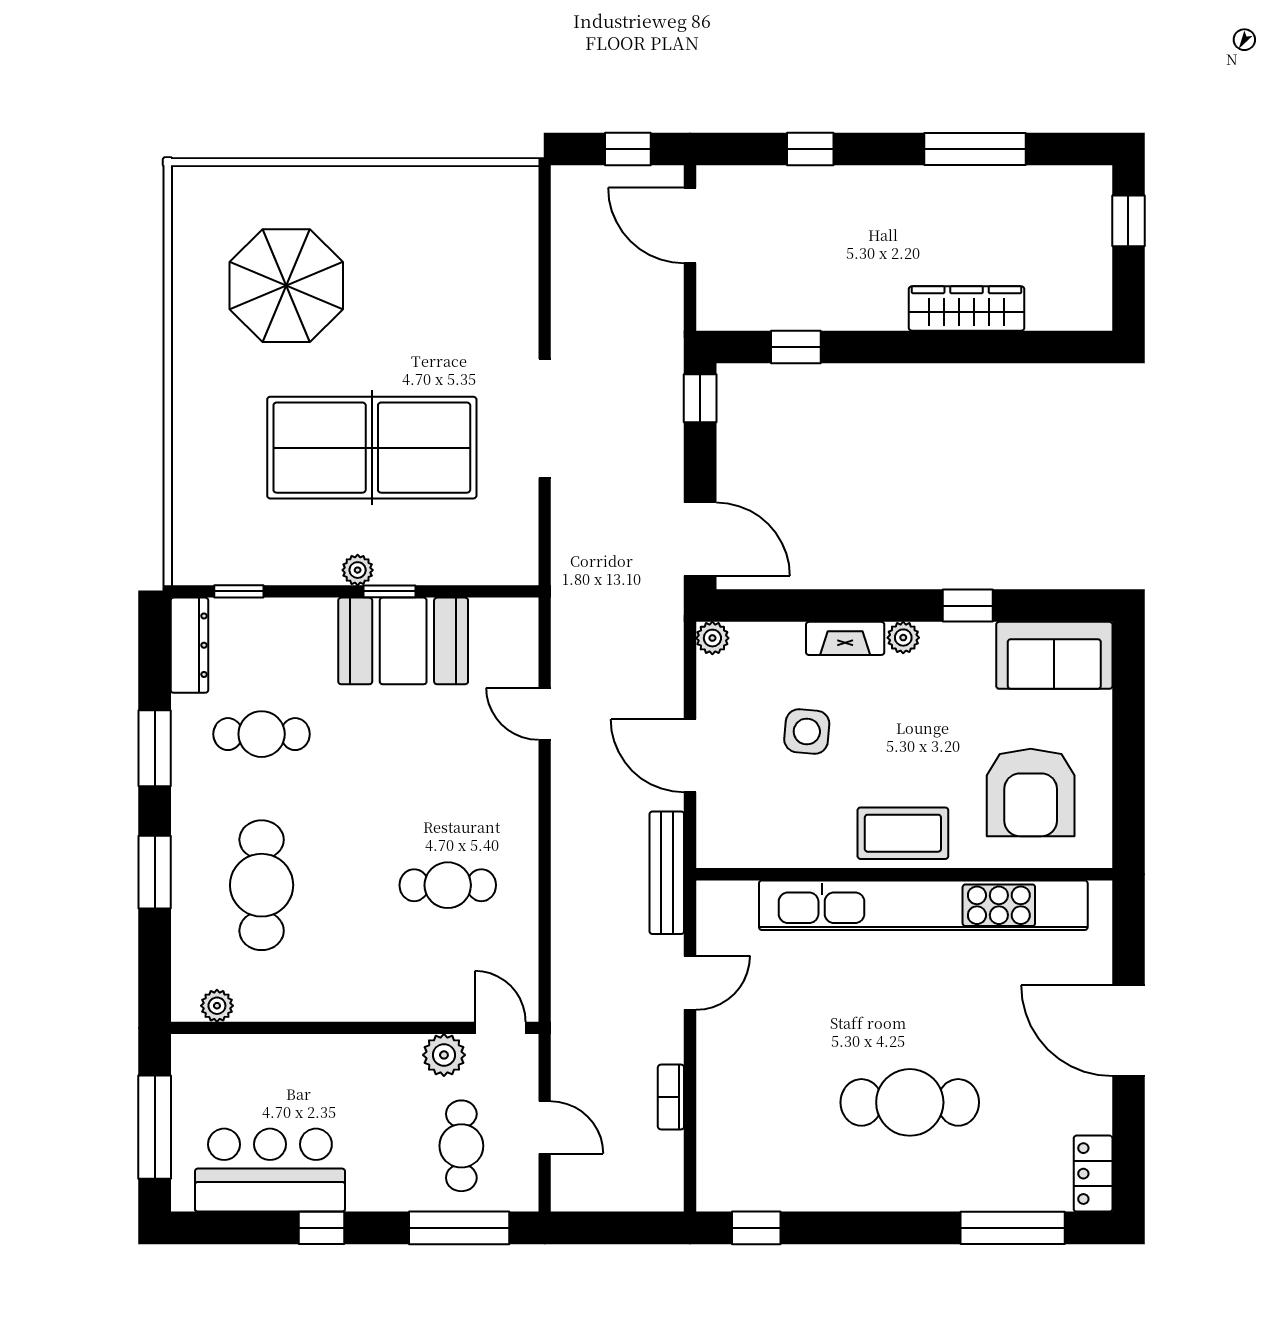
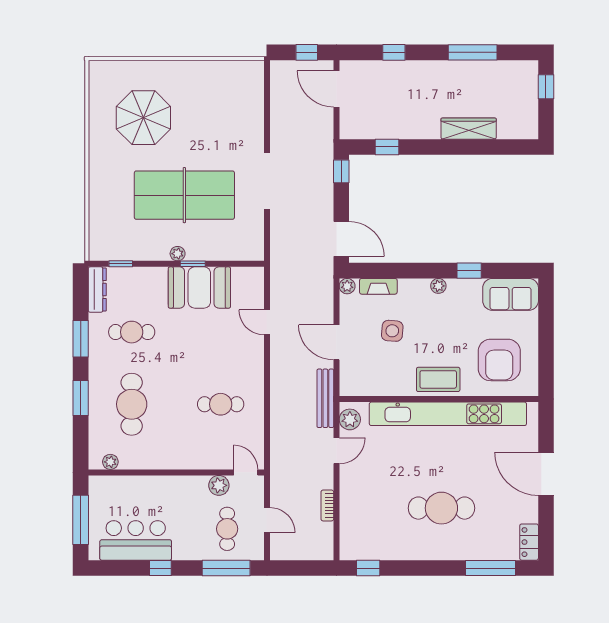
fireplace: (845, 638) -> (378, 286), moved
plant: (718, 917) -> (350, 419), added

